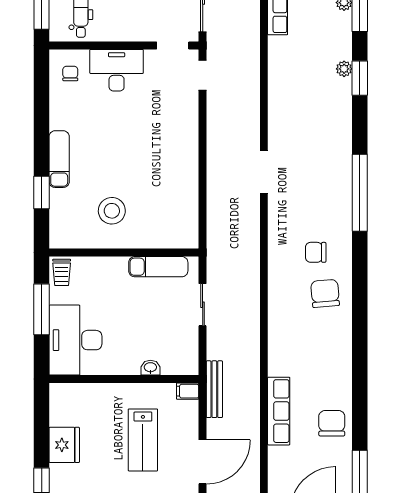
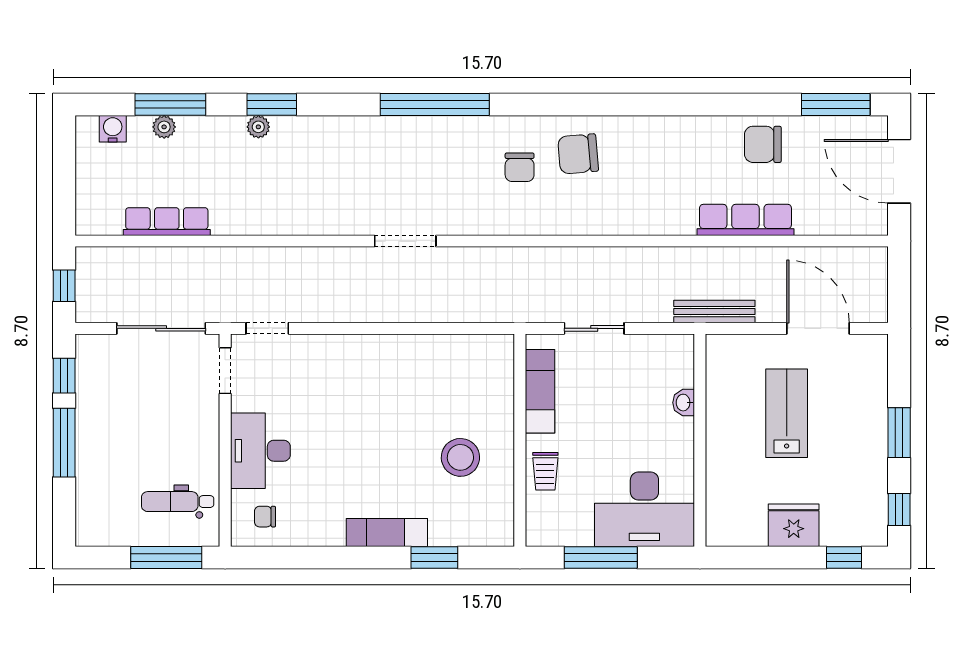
trolley: (62, 272) -> (545, 471), moved, turned 90
filing cabinet: (188, 391) -> (717, 350), removed
lab bench: (143, 440) -> (787, 413), turned -90

